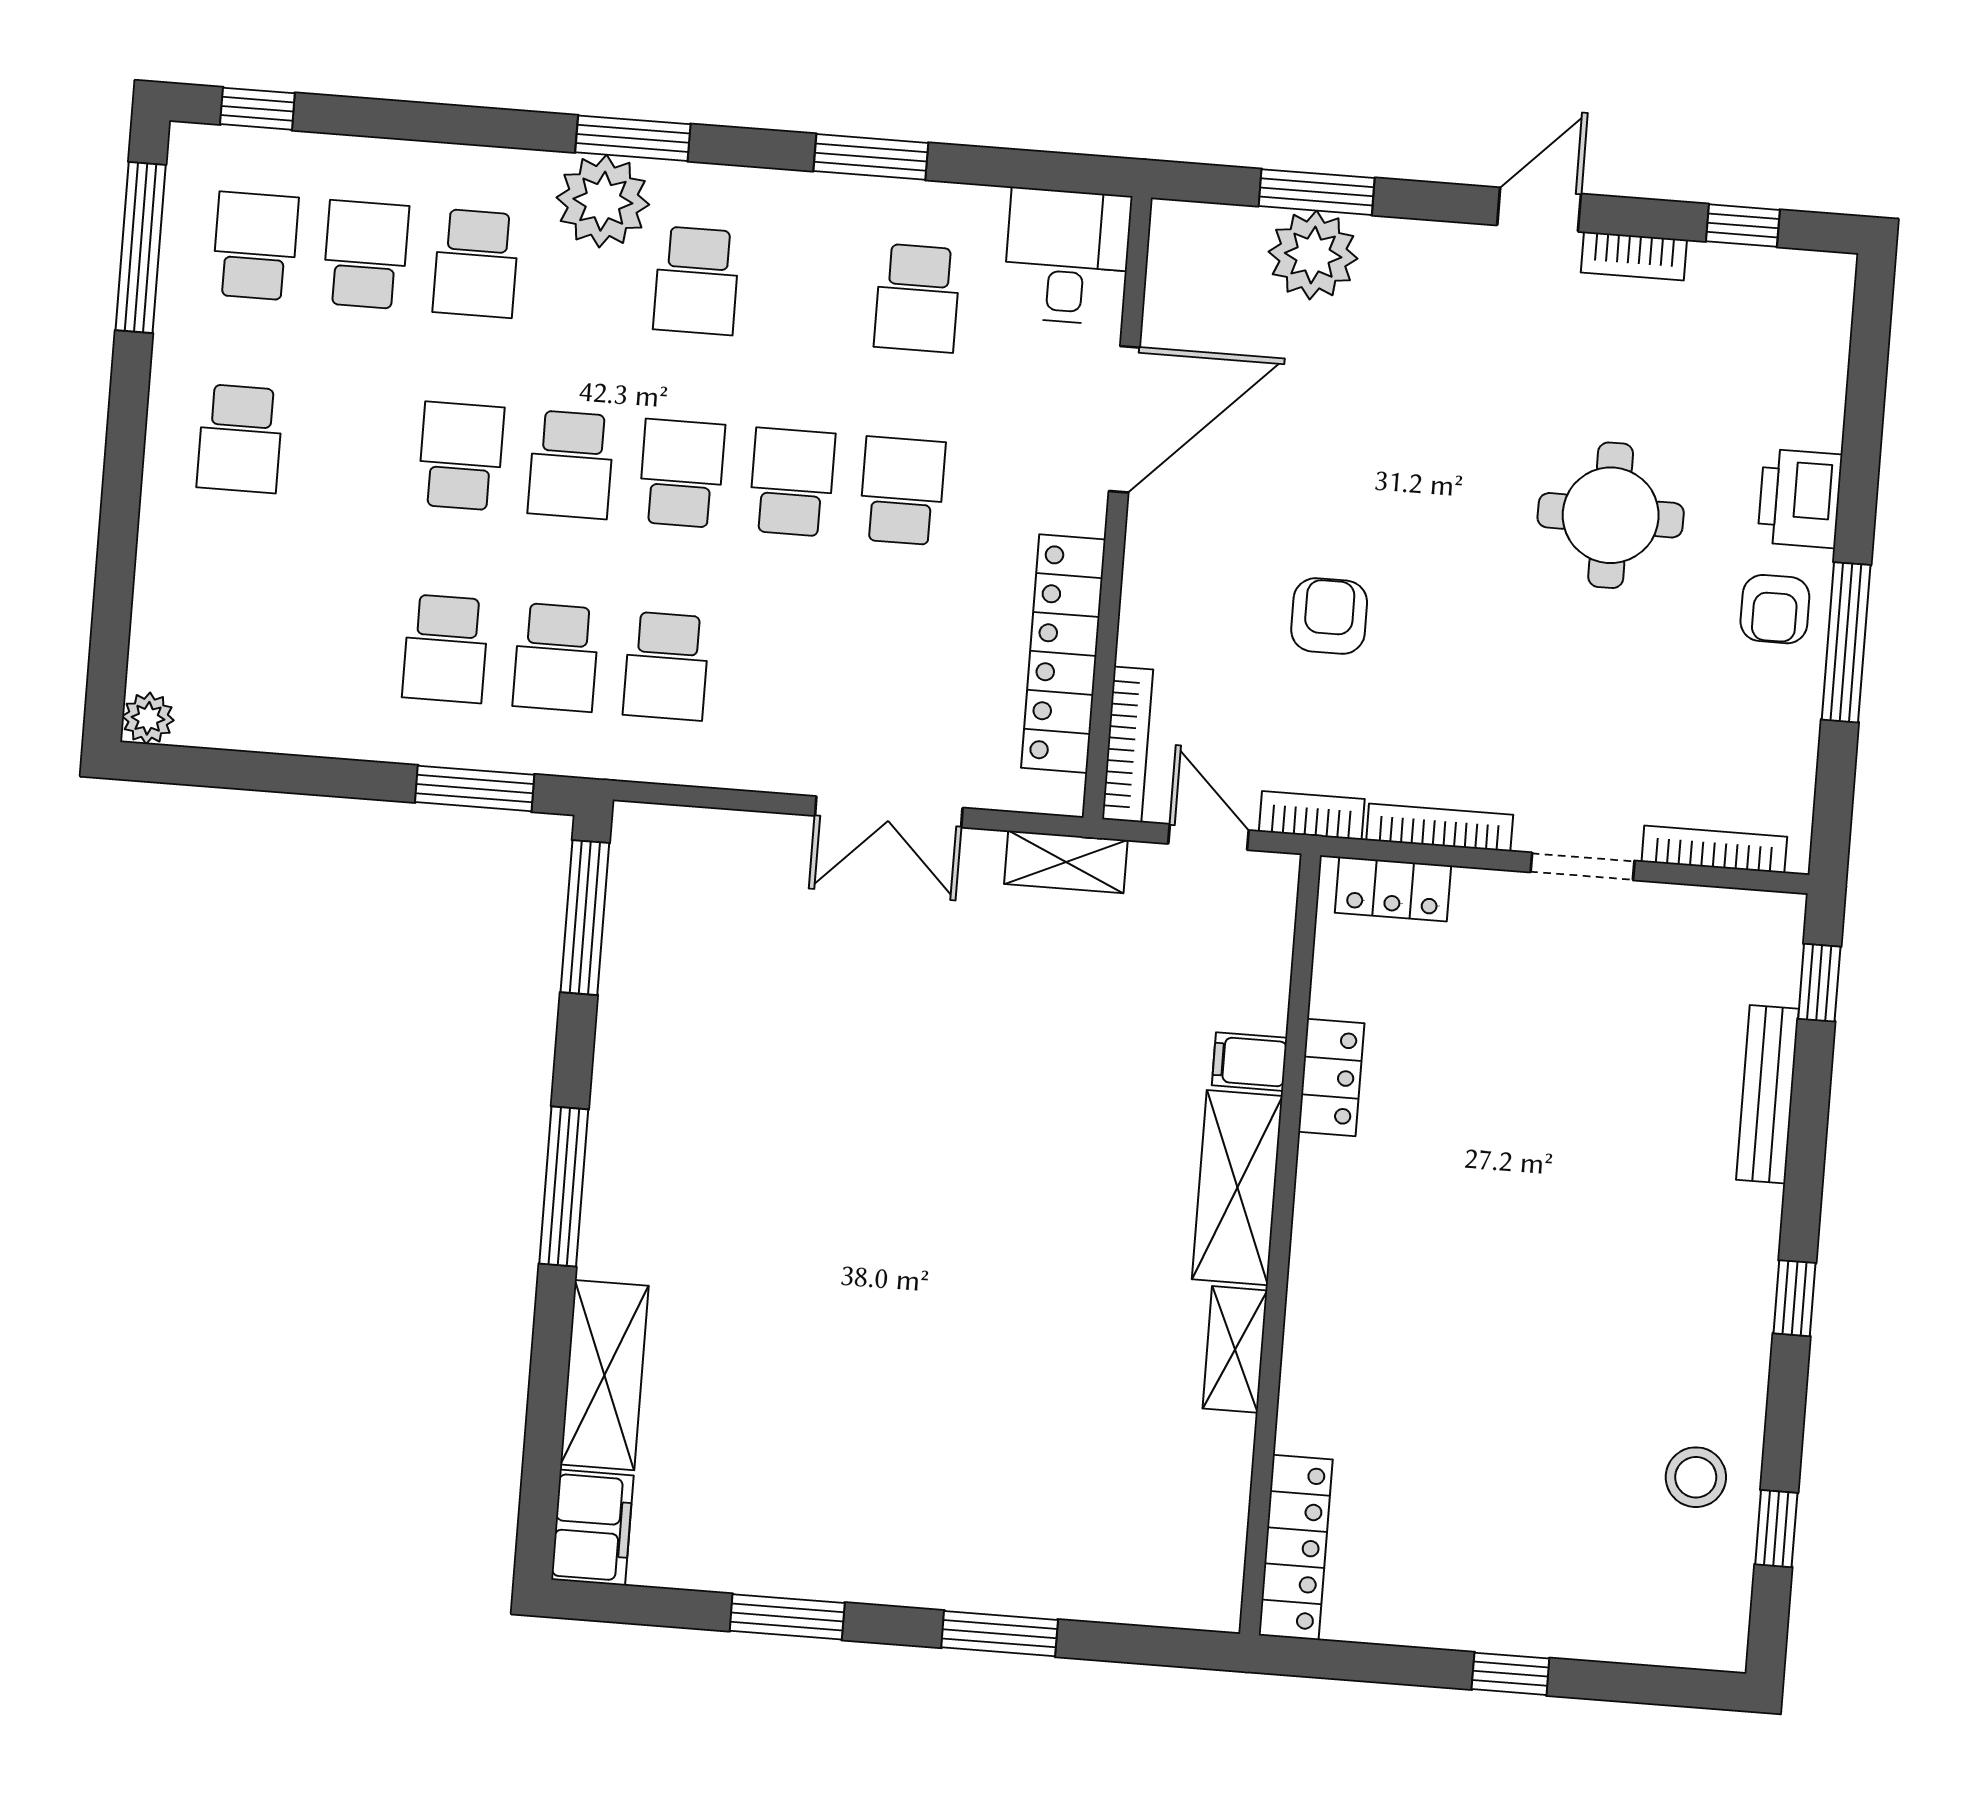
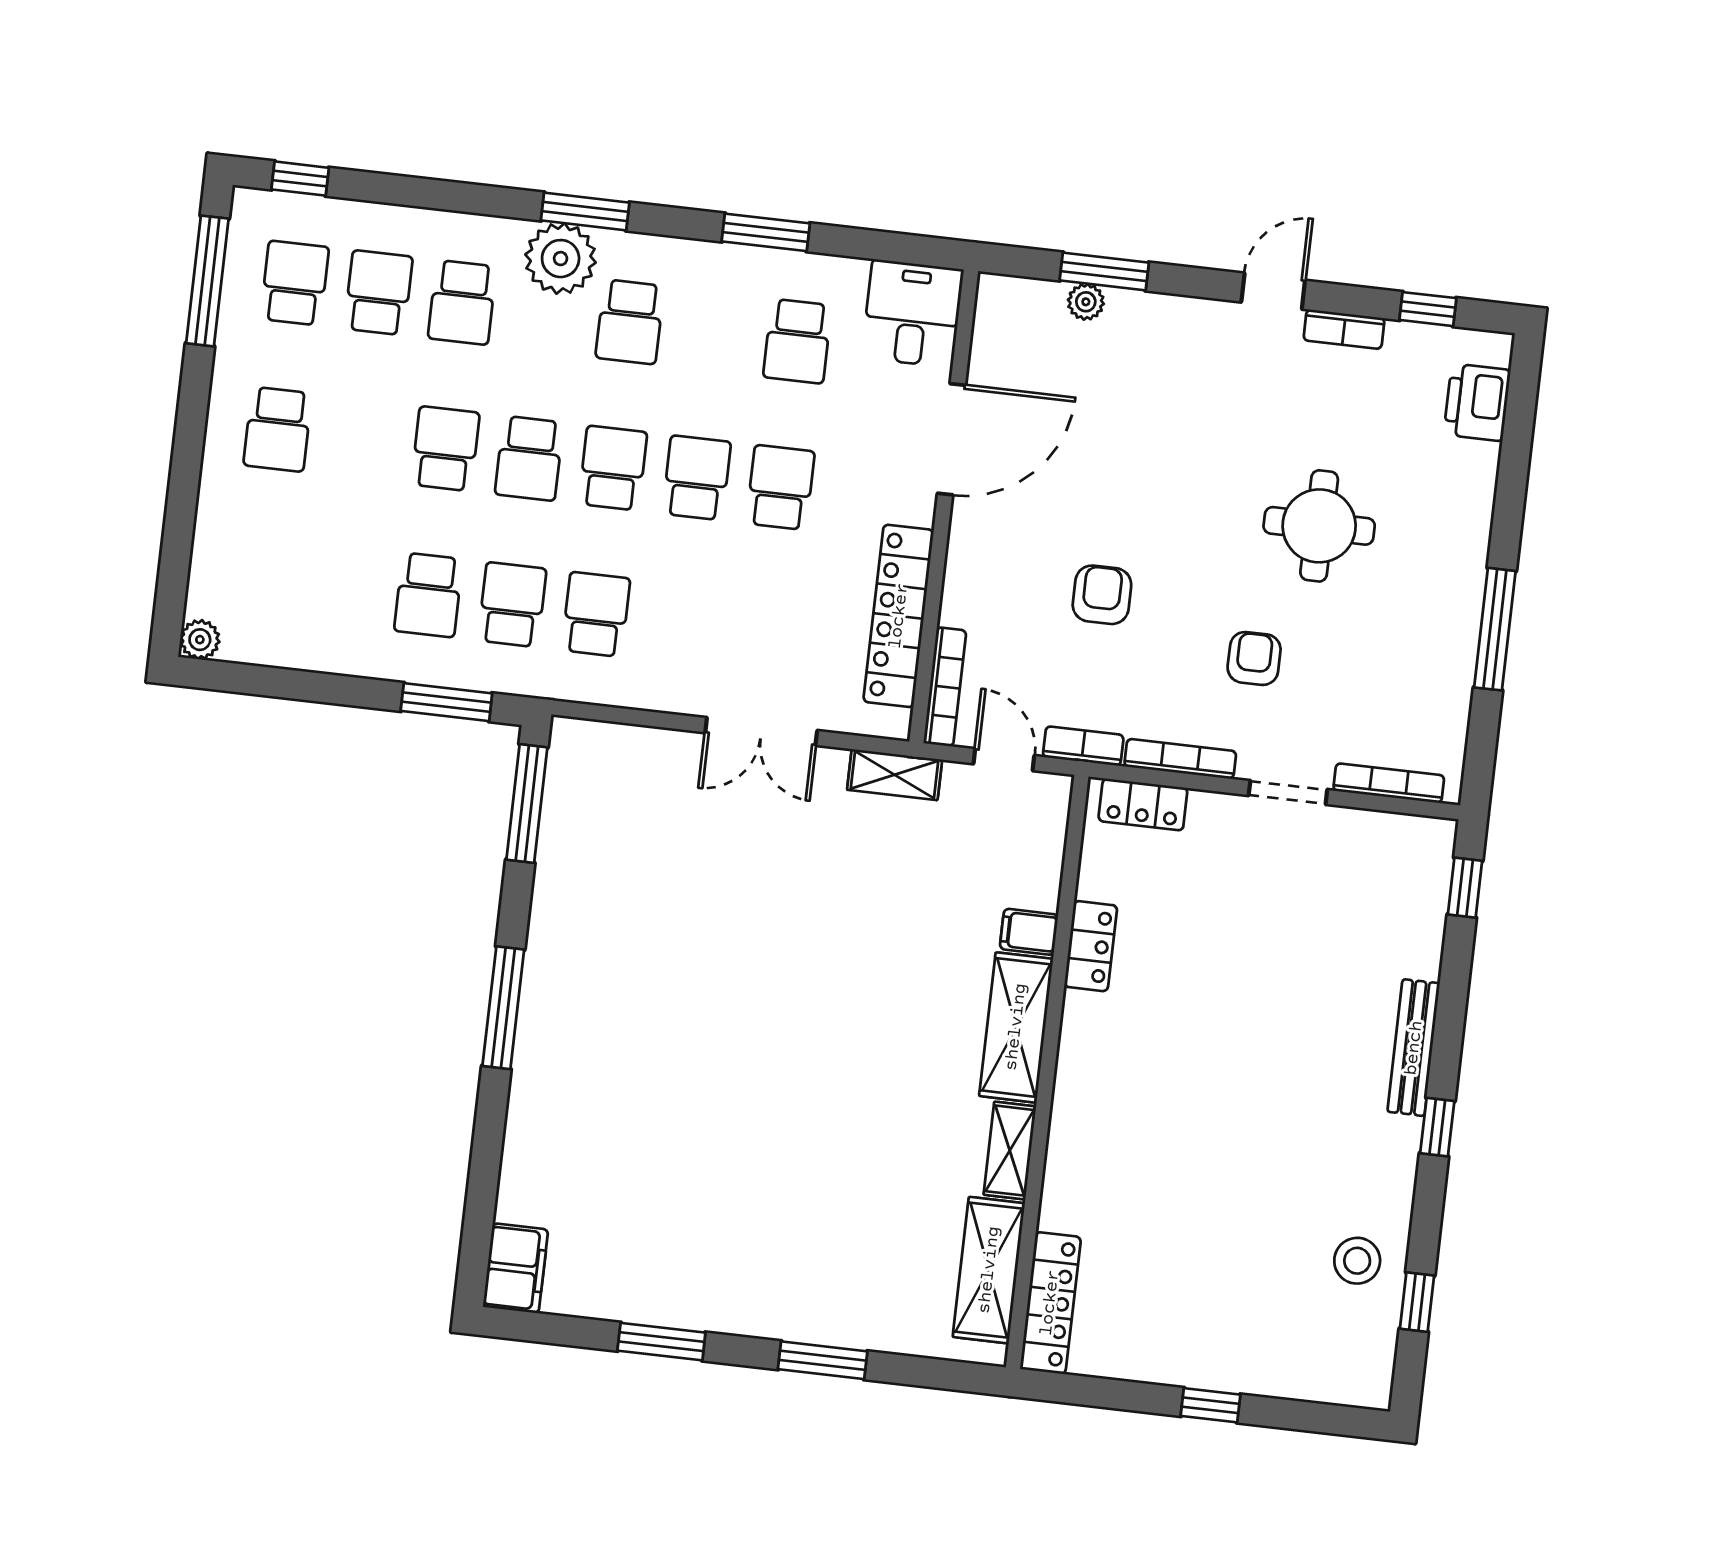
plant: (1313, 255) -> (1086, 302), width x0.53, depth x0.53
printer: (1800, 498) -> (1477, 402), moved
armchair: (1775, 609) -> (1254, 658), moved, turned 180
school desk: (556, 657) -> (512, 605), turned 180
school desk: (666, 666) -> (596, 614), turned 180
bench: (1767, 1094) -> (1414, 1048), moved
shelving: (604, 1375) -> (989, 1270), moved

